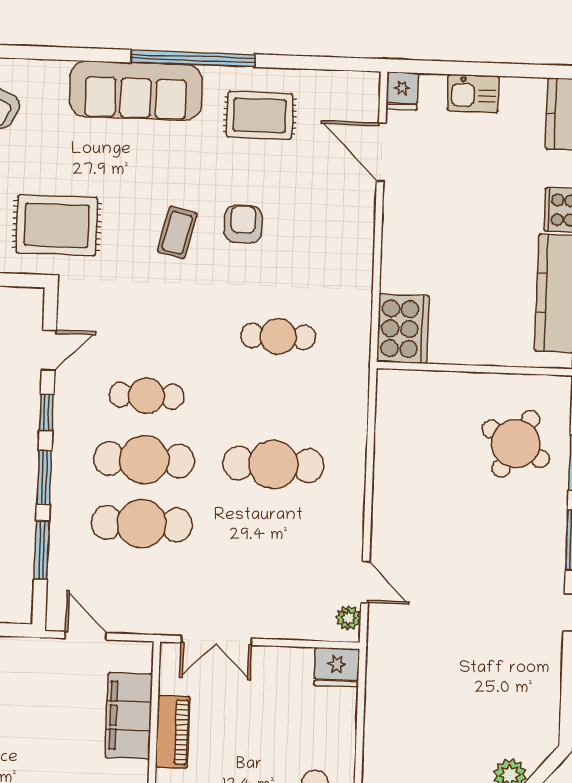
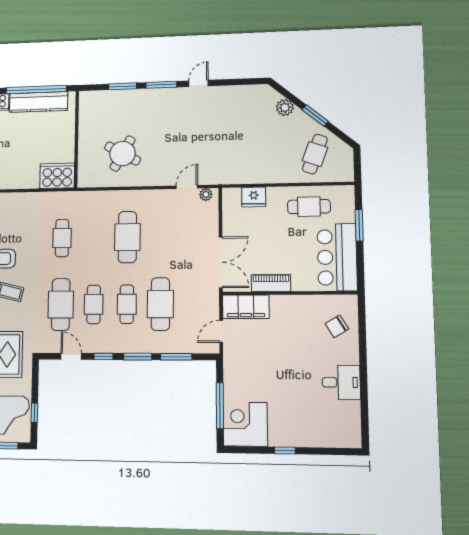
cafe table: (149, 332) -> (61, 304), added
round table: (516, 444) -> (123, 154), moved
cafe table: (144, 460) -> (127, 304), width x0.73, depth x0.74
double door: (216, 640) -> (221, 262), width x1.37
fridge: (337, 667) -> (254, 197), moved, turned 90
filing cabinet: (129, 716) -> (246, 307), moved

